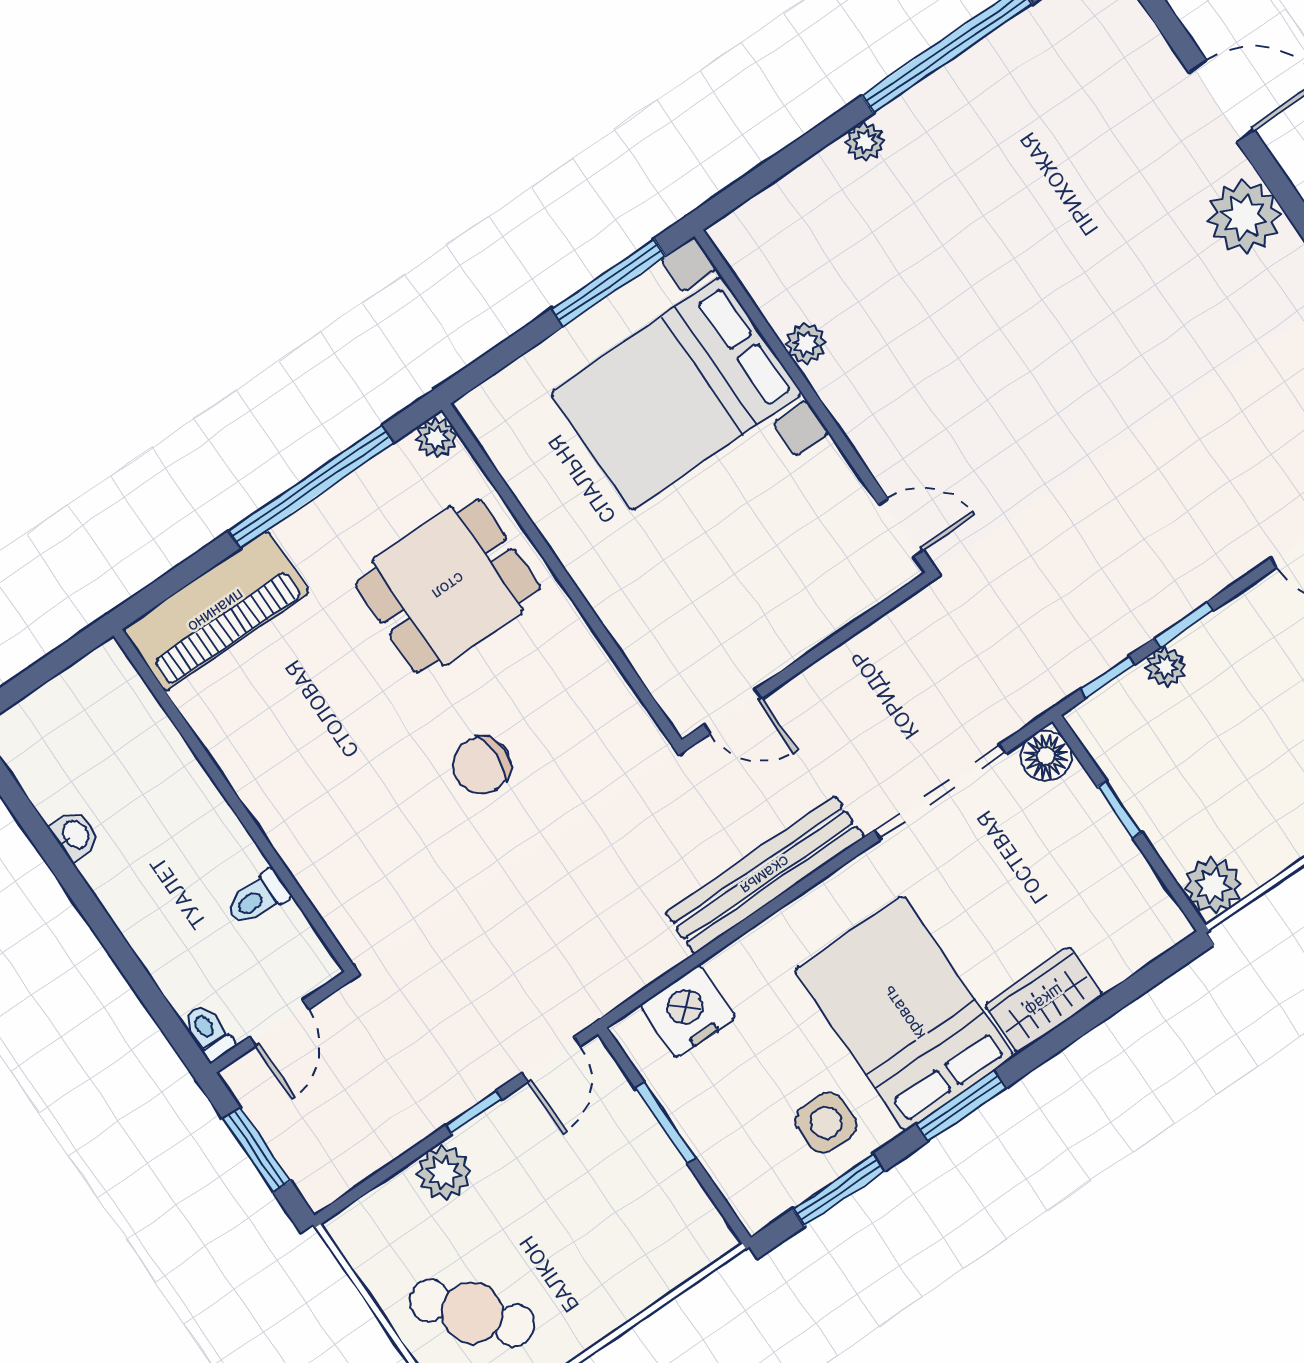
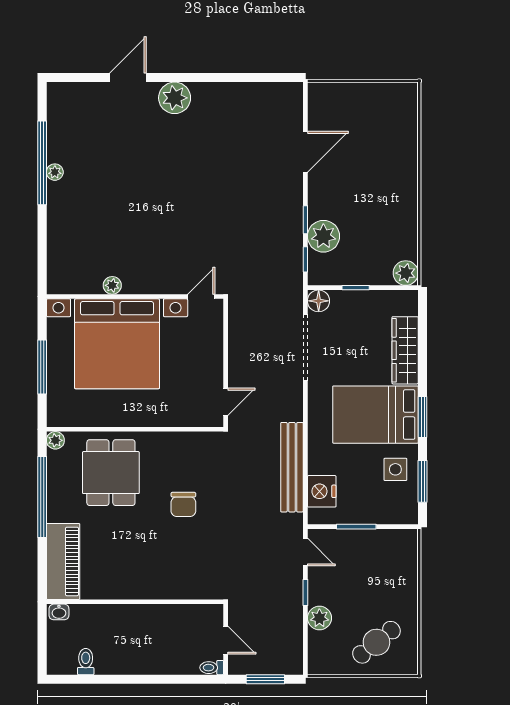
plant: (865, 142) -> (55, 172), moved
window: (609, 282) -> (42, 367), moved
bed with nightstands: (676, 393) -> (117, 344), width x1.36
plant: (1166, 667) -> (323, 236), width x1.88, depth x1.88
washbasin: (75, 835) -> (59, 612), moved, turned 180
bench: (765, 875) -> (292, 467), moved
toilet: (257, 898) -> (86, 662), moved, turned 180
wardrobe: (1044, 1000) -> (405, 350), width x1.50

